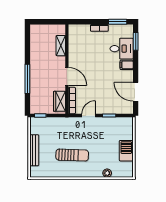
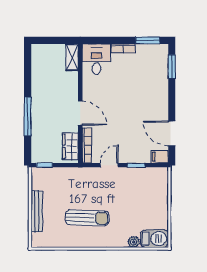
shelving: (61, 46) -> (72, 57), moved
desk: (122, 49) -> (96, 59), moved, turned -90
filing cabinet: (127, 65) -> (160, 157), moved
barbecue: (126, 151) -> (154, 239), moved, turned 90

